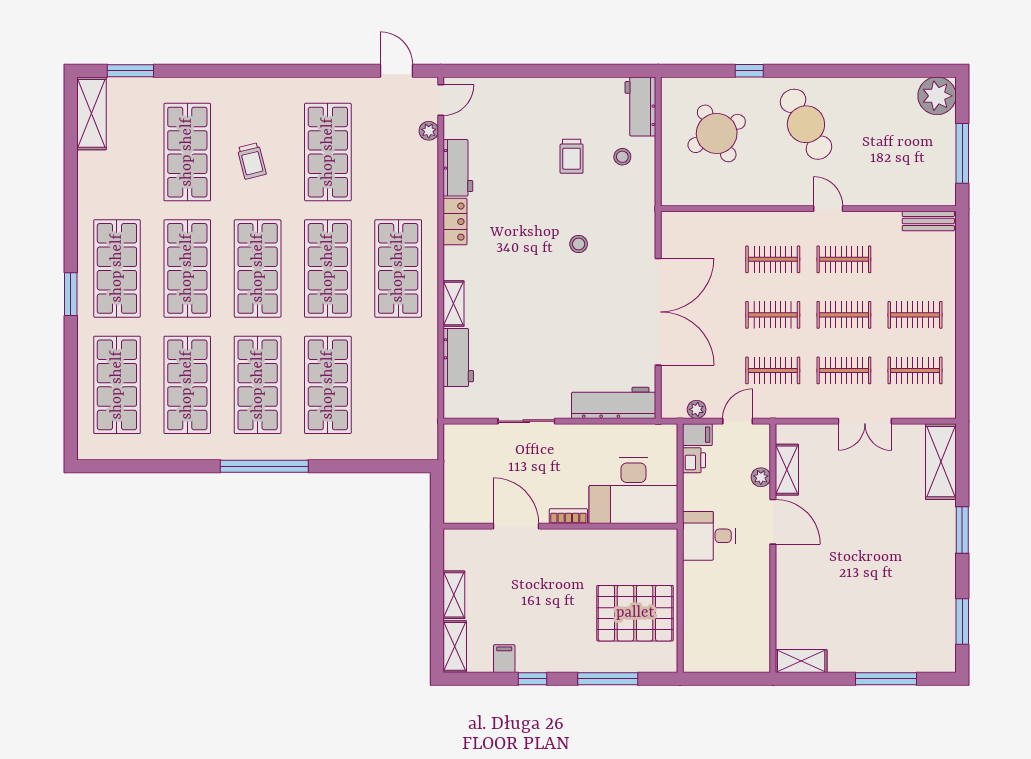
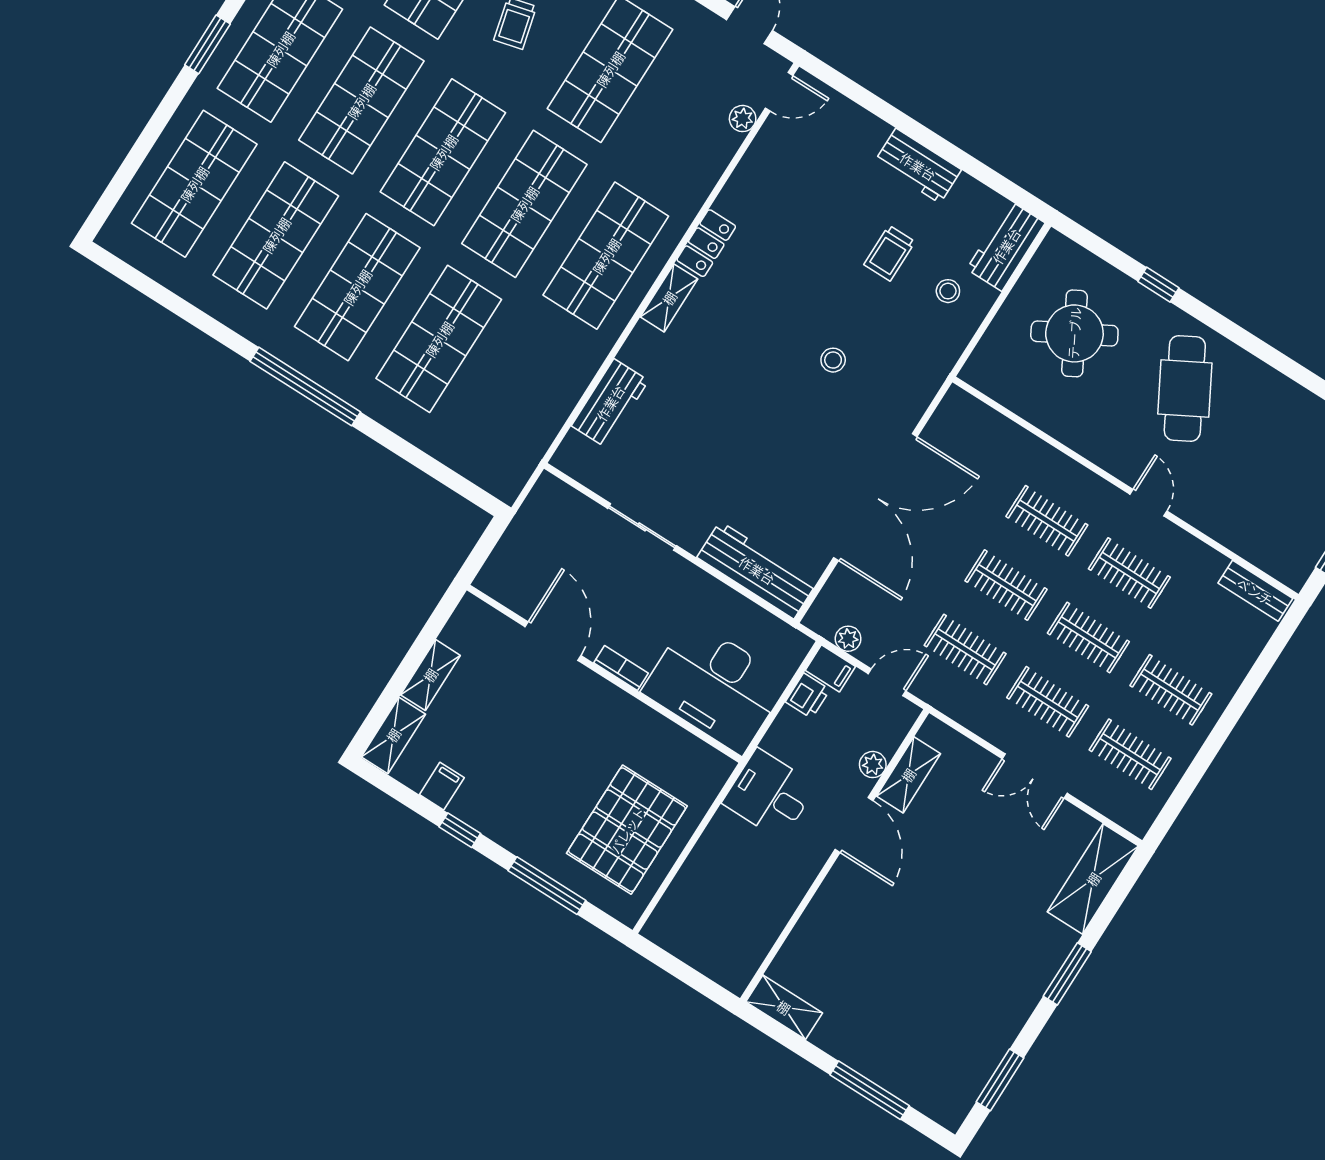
workbench: (458, 168) -> (918, 166), moved, turned 90
shelving: (454, 304) -> (669, 298), moved
pallet: (635, 613) -> (627, 830), turned 90

